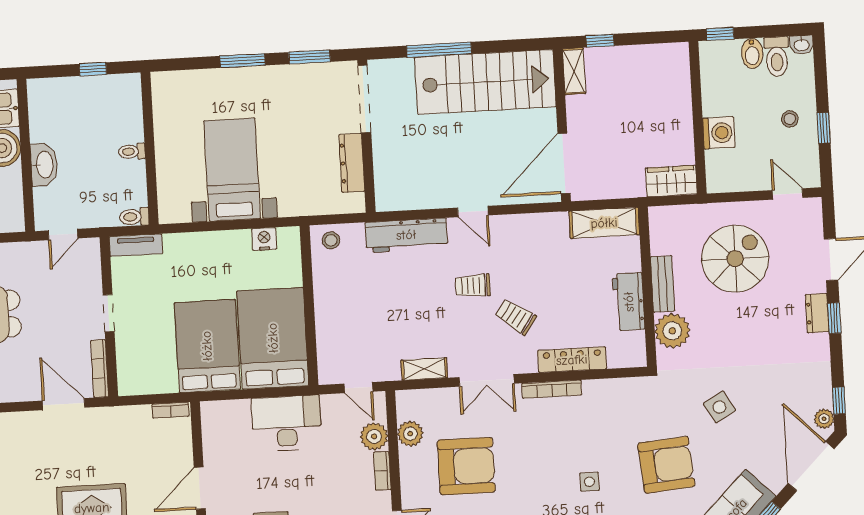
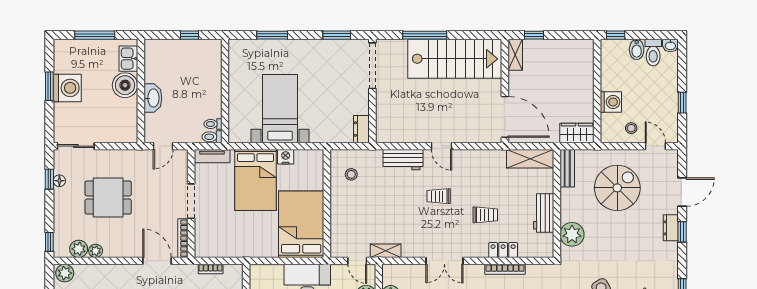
window: (242, 61) -> (272, 35), moved
stool: (790, 119) -> (631, 128), moved
toilet: (132, 151) -> (213, 124), moved
dresser: (352, 163) -> (361, 129), moved, width x0.70
door: (564, 163) -> (505, 117), swing flipped
workbench: (406, 235) -> (403, 160), width x0.73
nightstand: (264, 239) -> (286, 157), moved
stool: (331, 240) -> (351, 174), moved
bench: (663, 284) -> (567, 168), moved
doorway: (109, 313) -> (191, 201), width x1.38
trolley: (516, 317) -> (485, 215), moved, turned 145
bed: (207, 346) -> (256, 180), moved, turned 180
locker: (572, 360) -> (503, 250), width x0.66
shelving: (424, 369) -> (386, 251), moved
bookcase: (552, 389) -> (505, 269), moved
bookcase: (170, 410) -> (211, 269), moved

